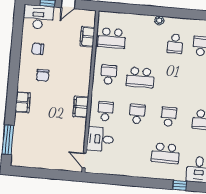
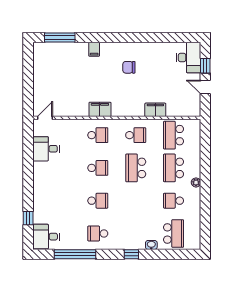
filing cabinet: (87, 37) -> (155, 110), moved
chair: (38, 49) -> (156, 60), removed
filing cabinet: (23, 102) -> (94, 49), width x0.50
desk: (100, 139) -> (46, 149), moved, turned -90
school desk: (165, 153) -> (174, 168), moved

